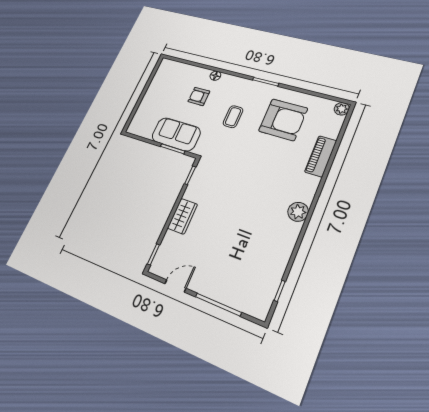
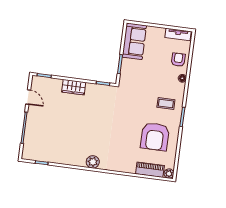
tv unit: (160, 74) -> (178, 34), added
armchair: (199, 96) -> (178, 60), moved
coffee table: (233, 117) -> (166, 103), moved
sofa: (176, 134) -> (134, 41), moved
piano: (321, 156) -> (150, 170), moved

